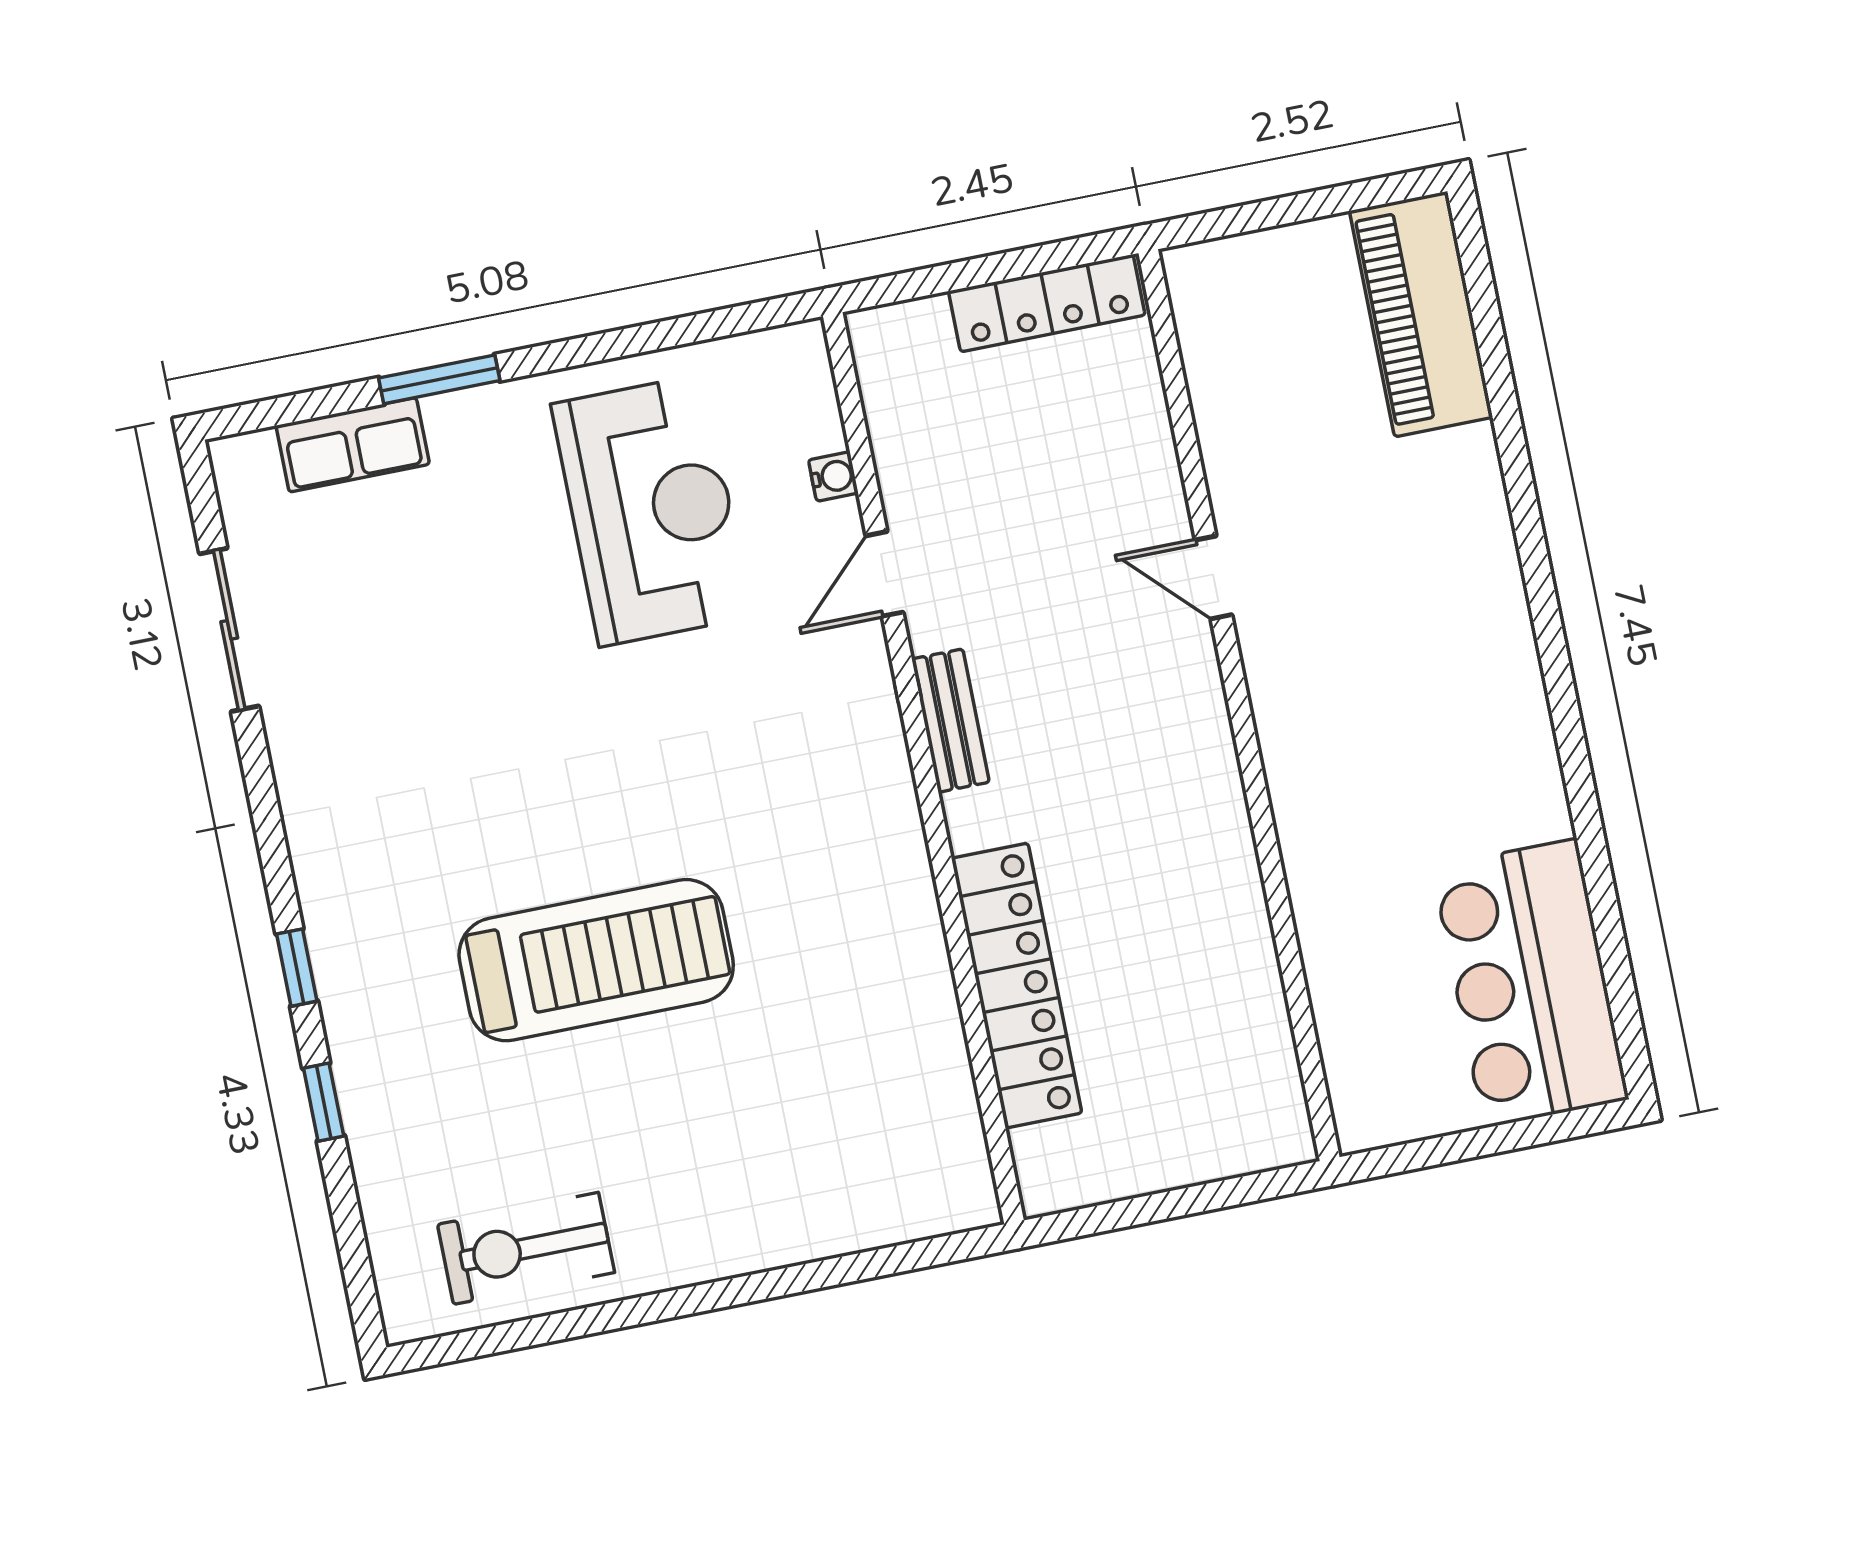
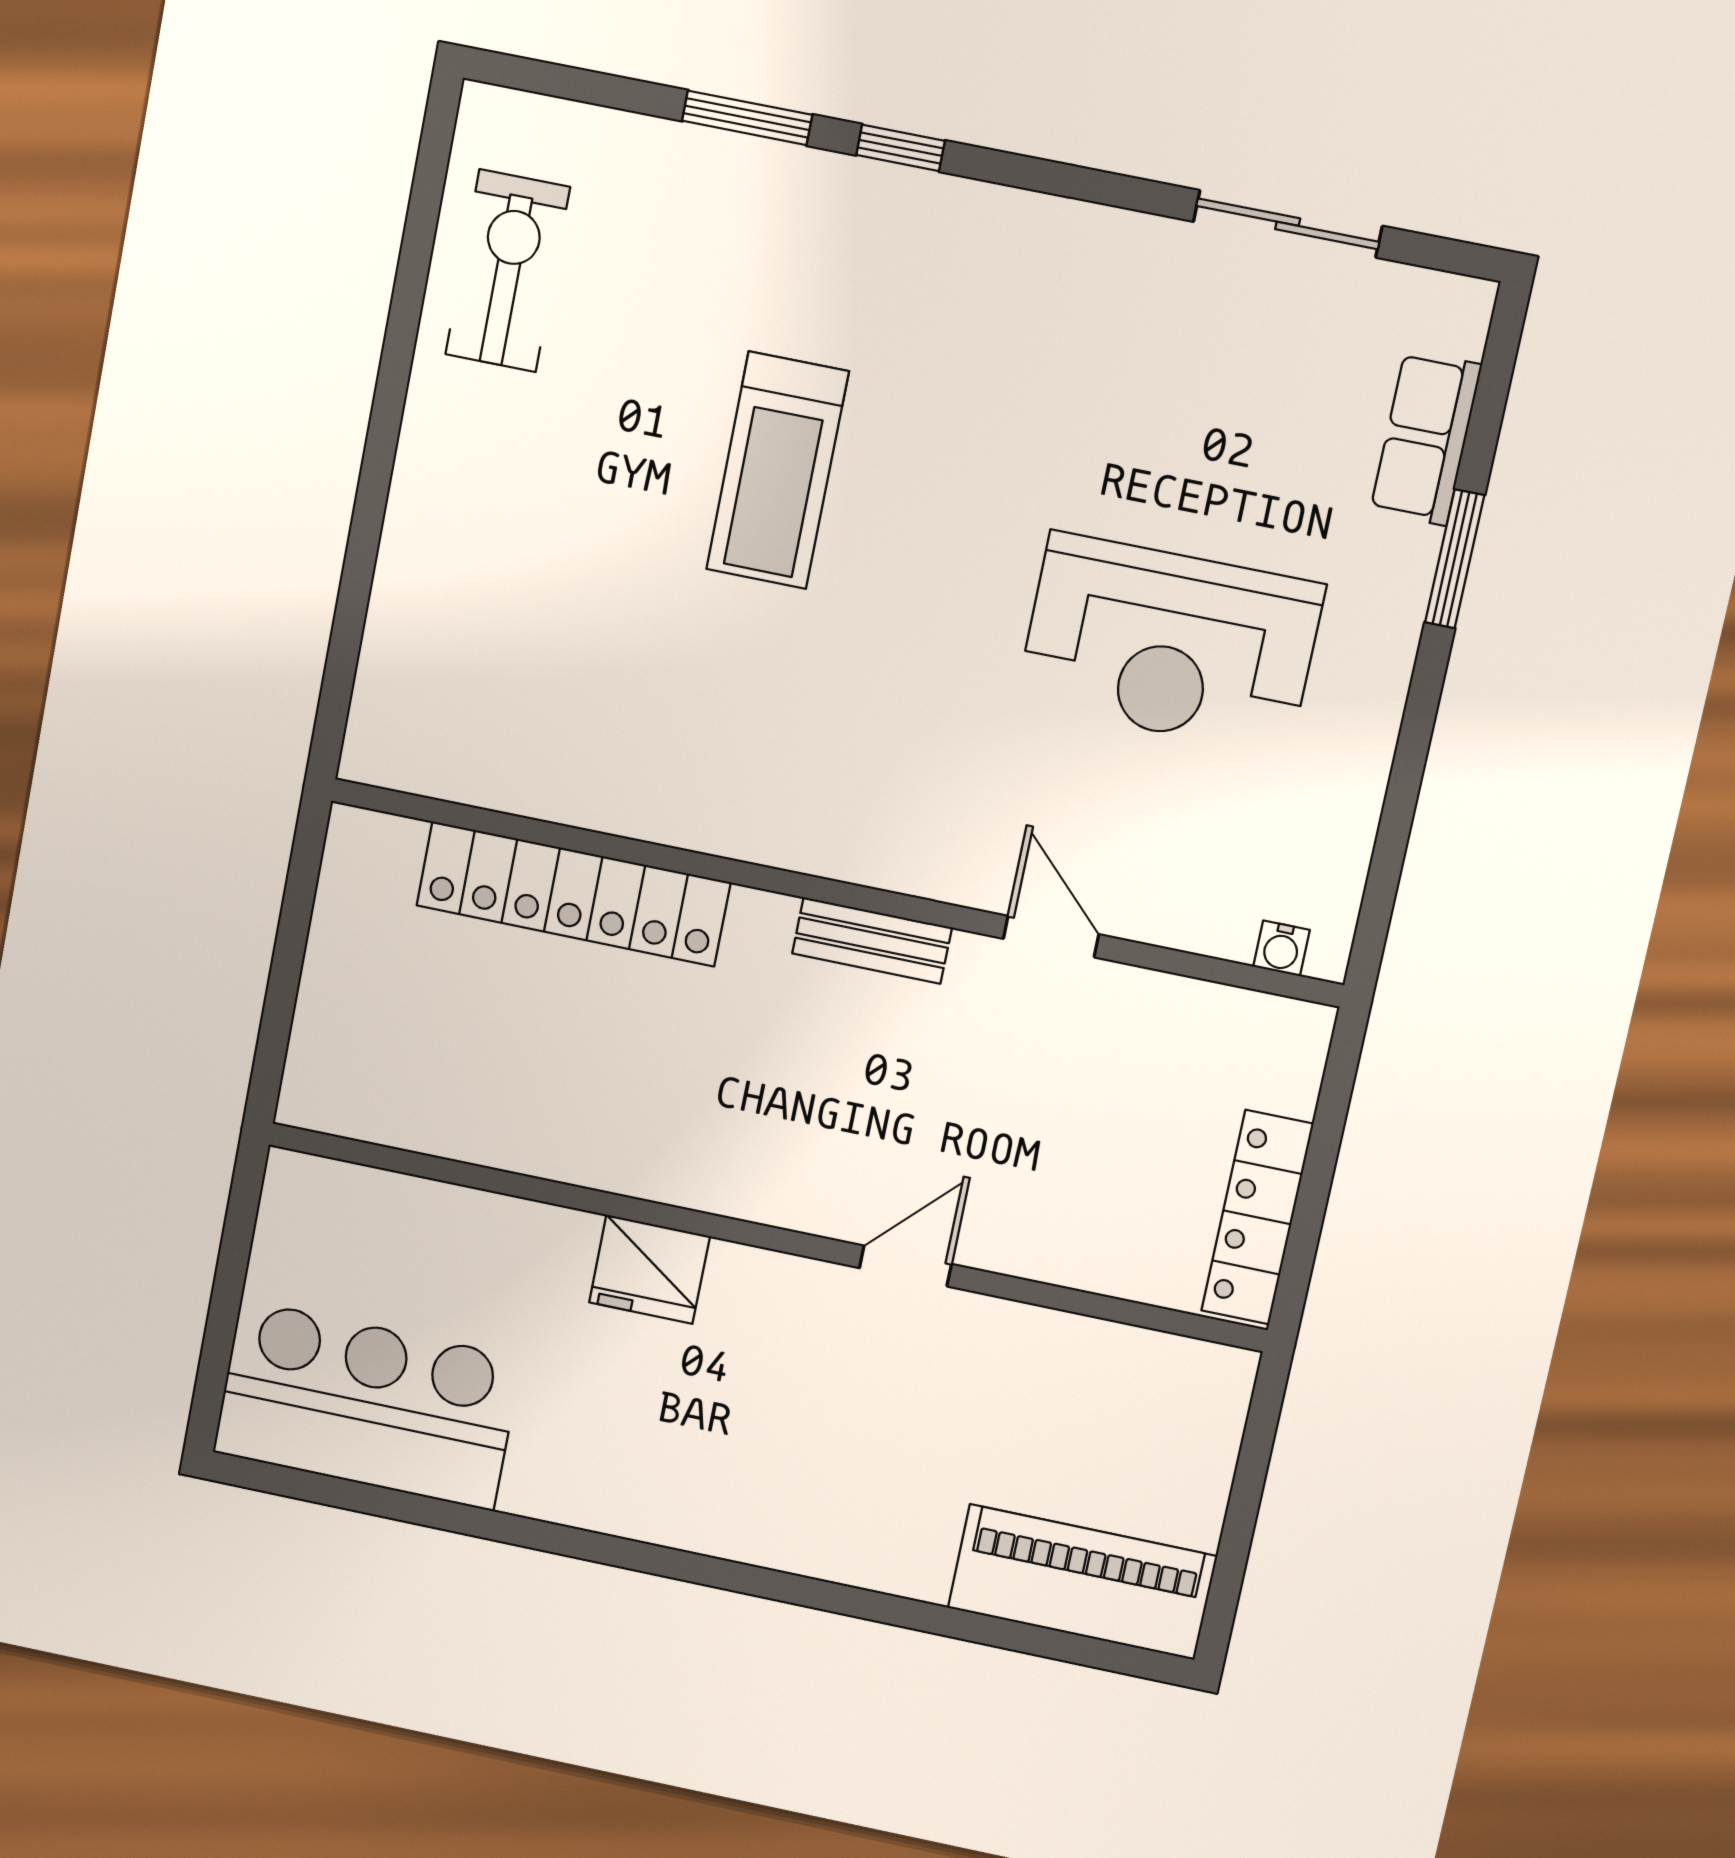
water cooler: (833, 477) -> (1281, 948), moved
reception desk: (651, 510) -> (1170, 644), moved
fridge: (1309, 791) -> (649, 1269), added
treadmill: (596, 960) -> (777, 470), width x0.73, depth x0.73
window: (324, 1102) -> (747, 118), width x1.50

